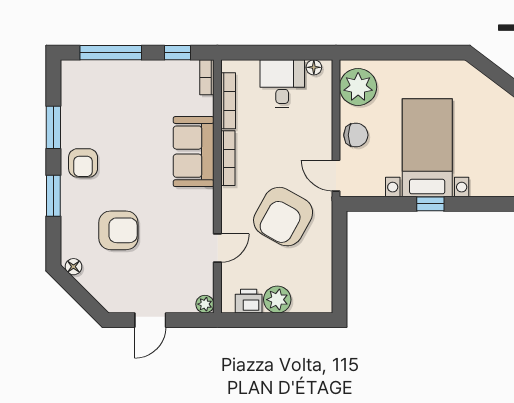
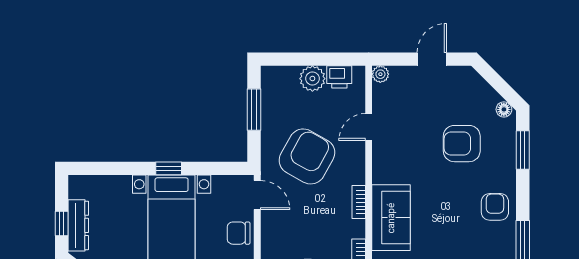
bookcase: (228, 158) -> (359, 202), width x0.64
window: (53, 196) -> (523, 150), moved
window: (339, 266) -> (254, 110), added

